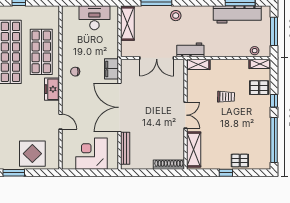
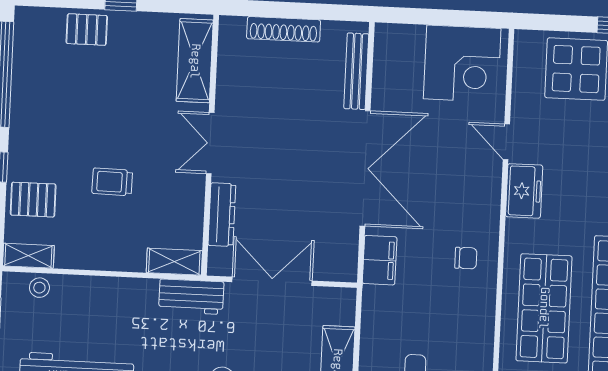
dresser: (179, 85) -> (222, 215), added
freezer: (52, 89) -> (524, 191), moved
corner desk: (92, 154) -> (462, 64), moved
shoe rack: (169, 165) -> (284, 29), moved

